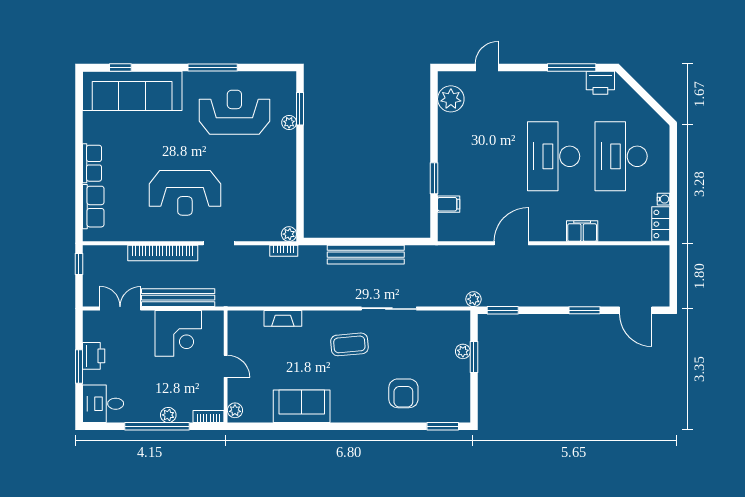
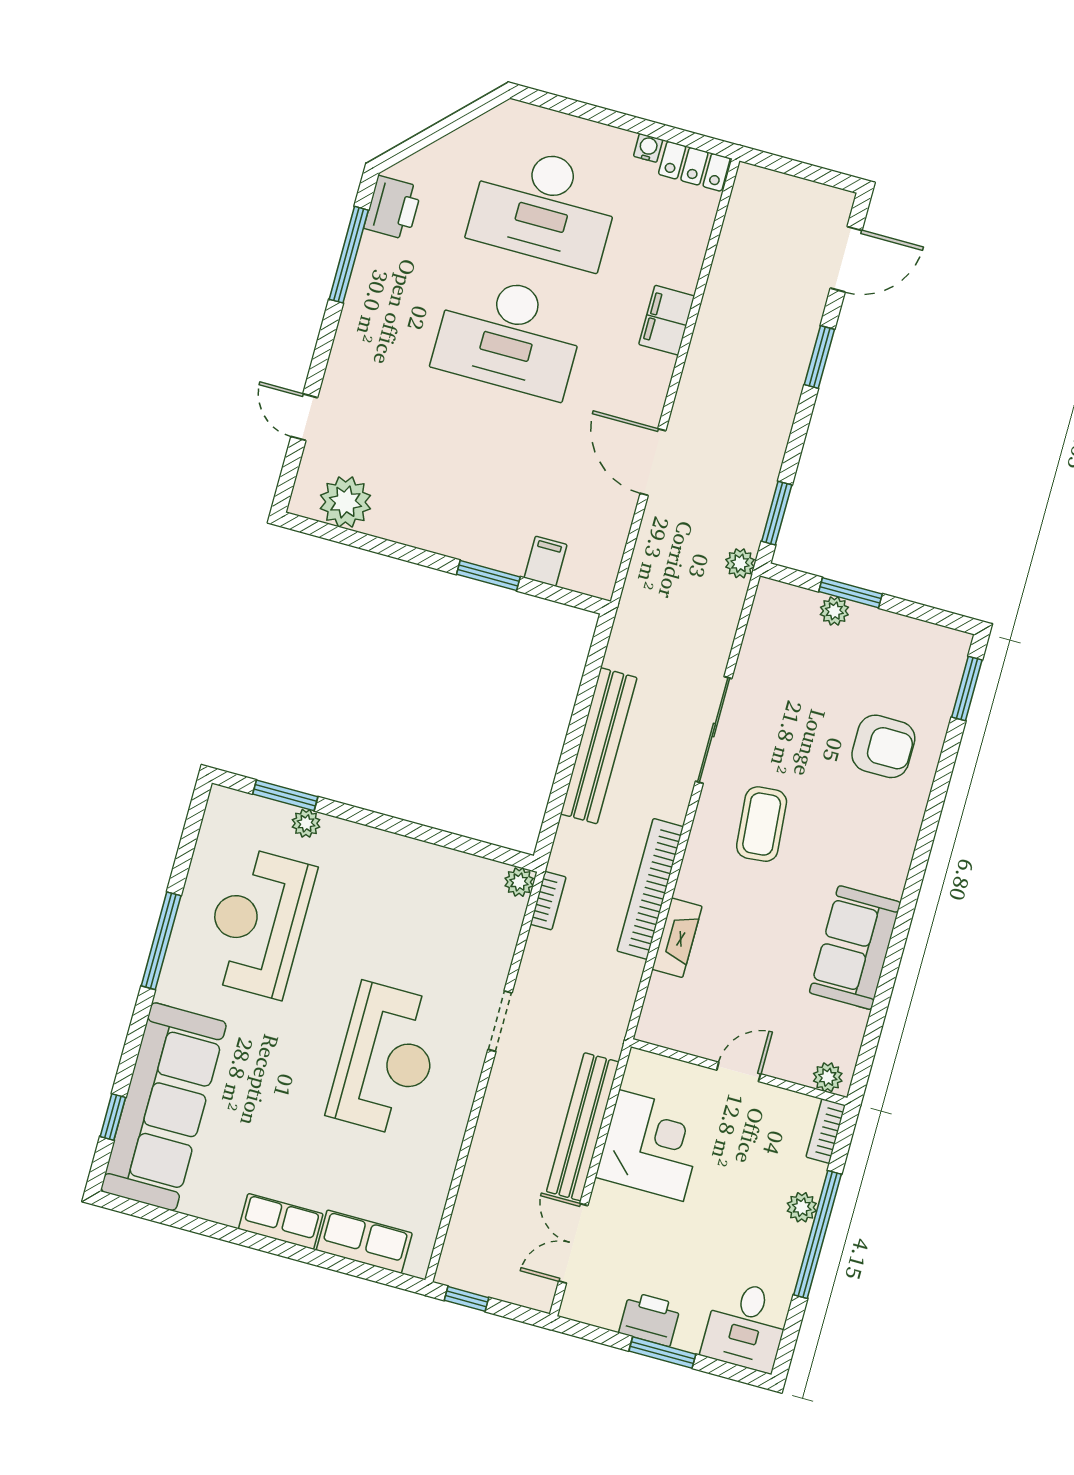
bookcase: (163, 253) -> (650, 889), moved, turned 180

